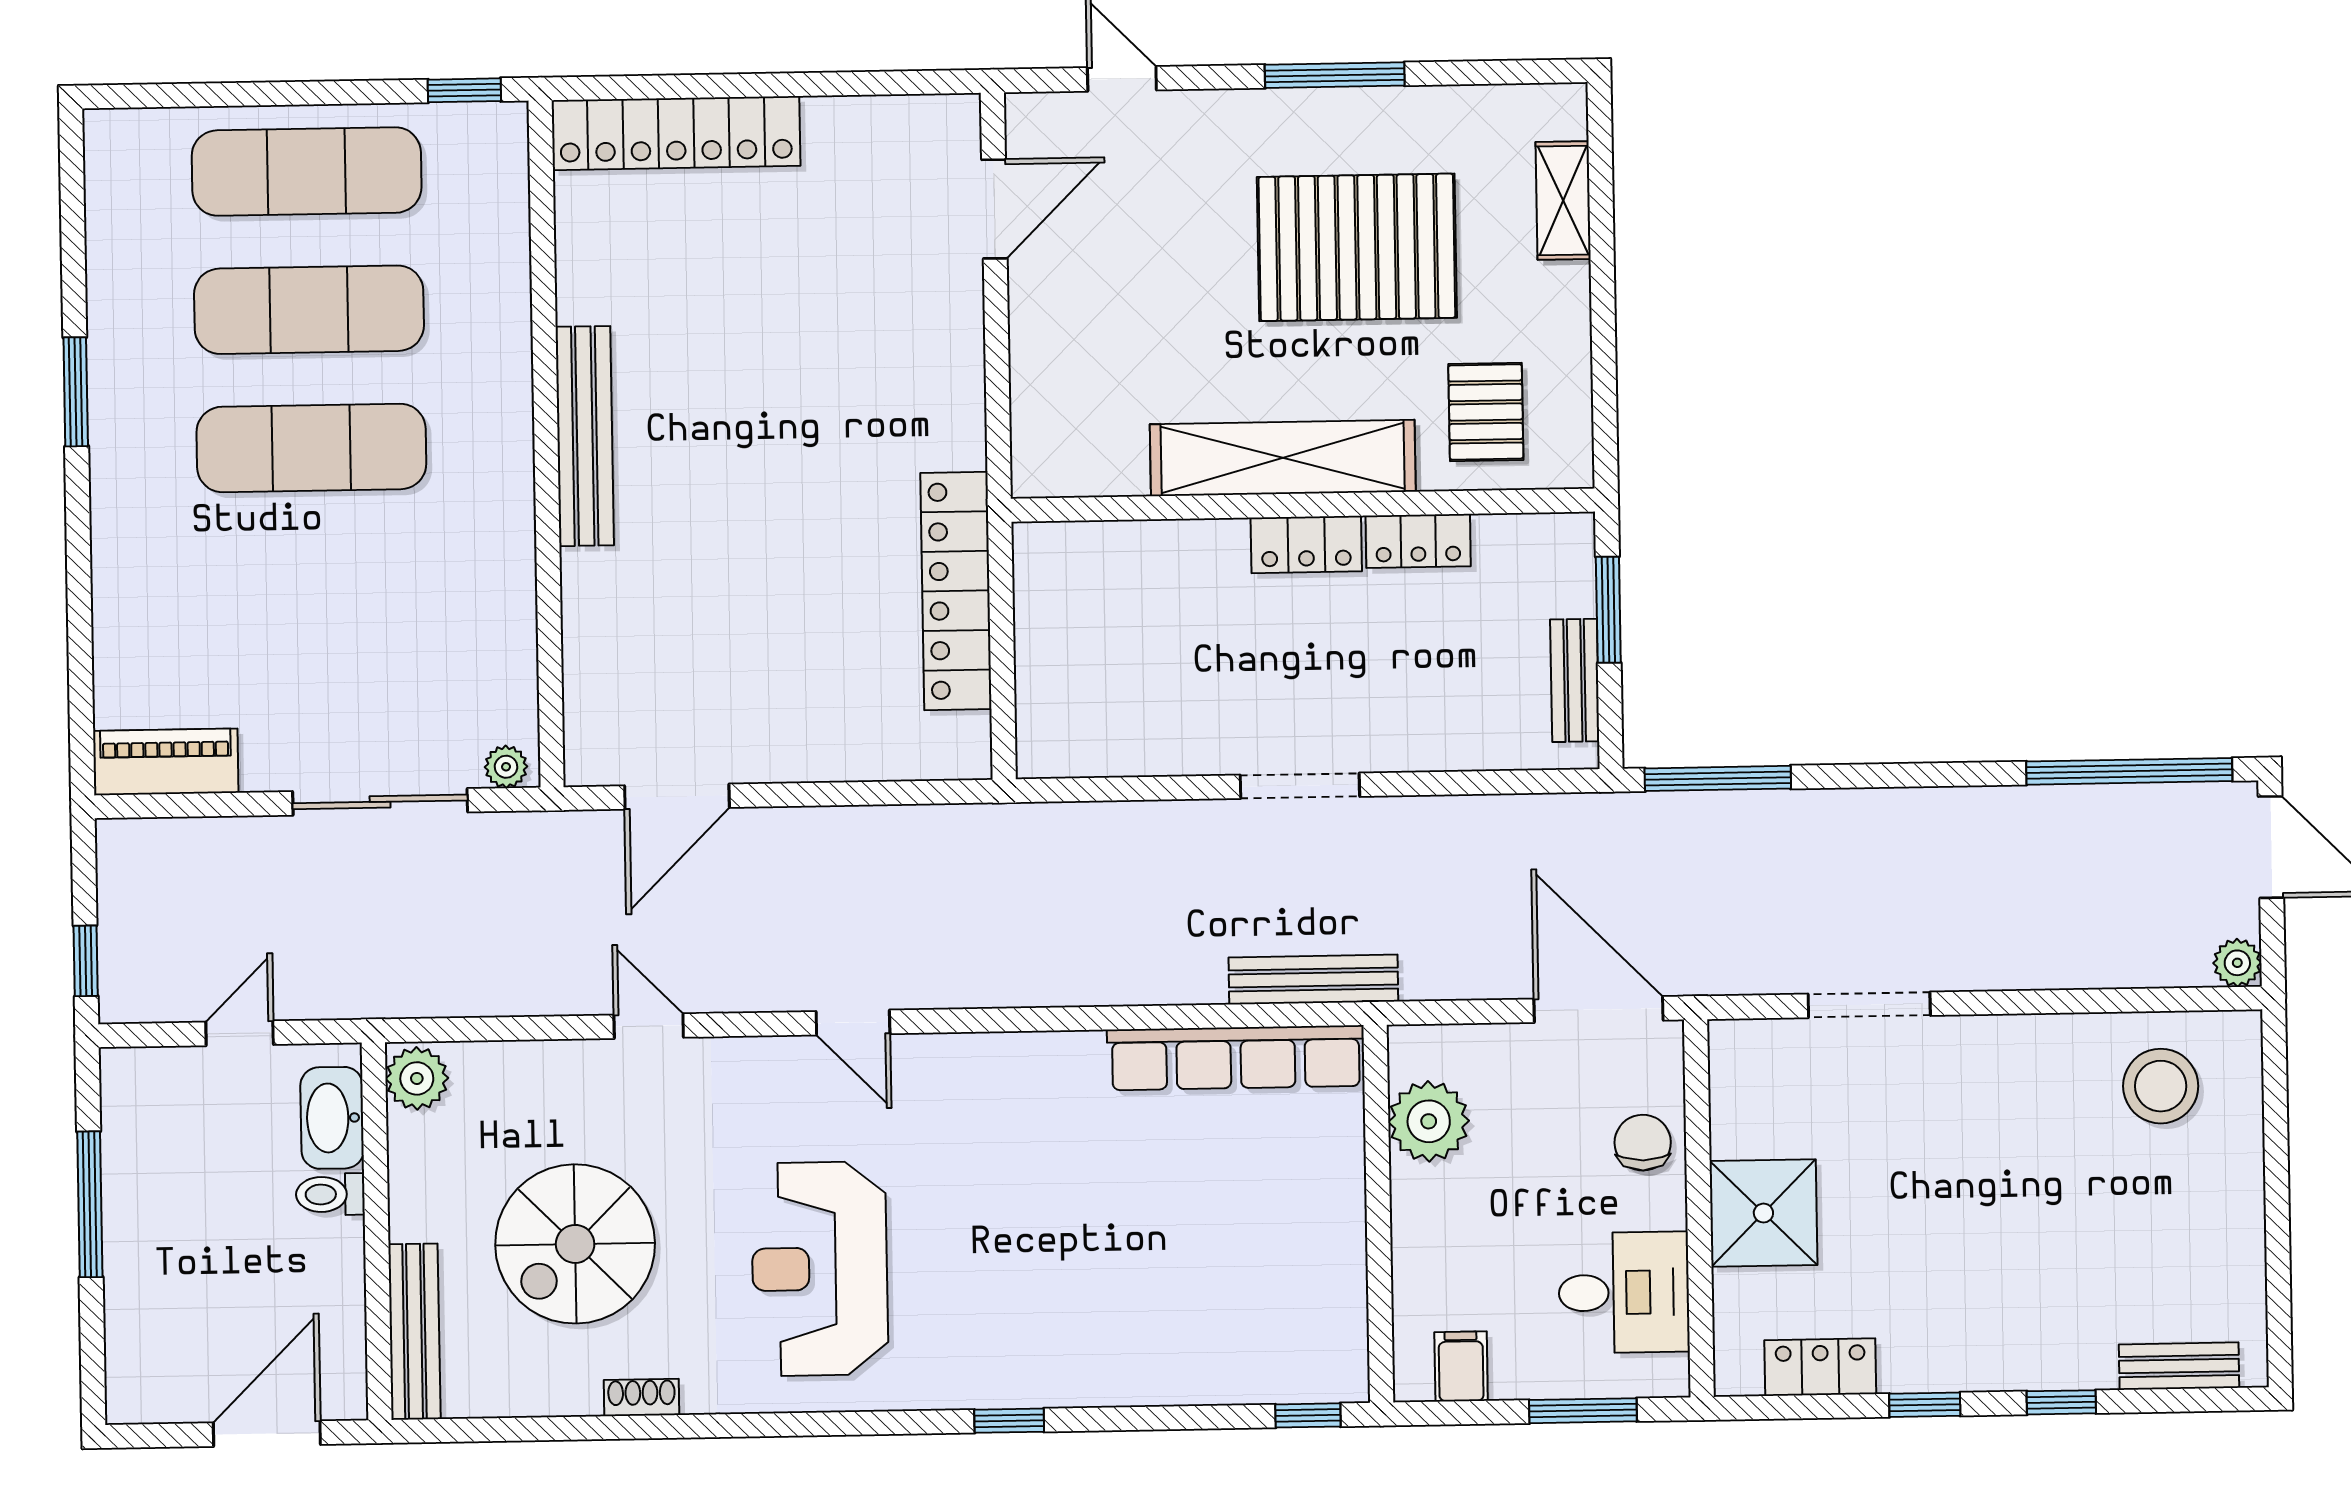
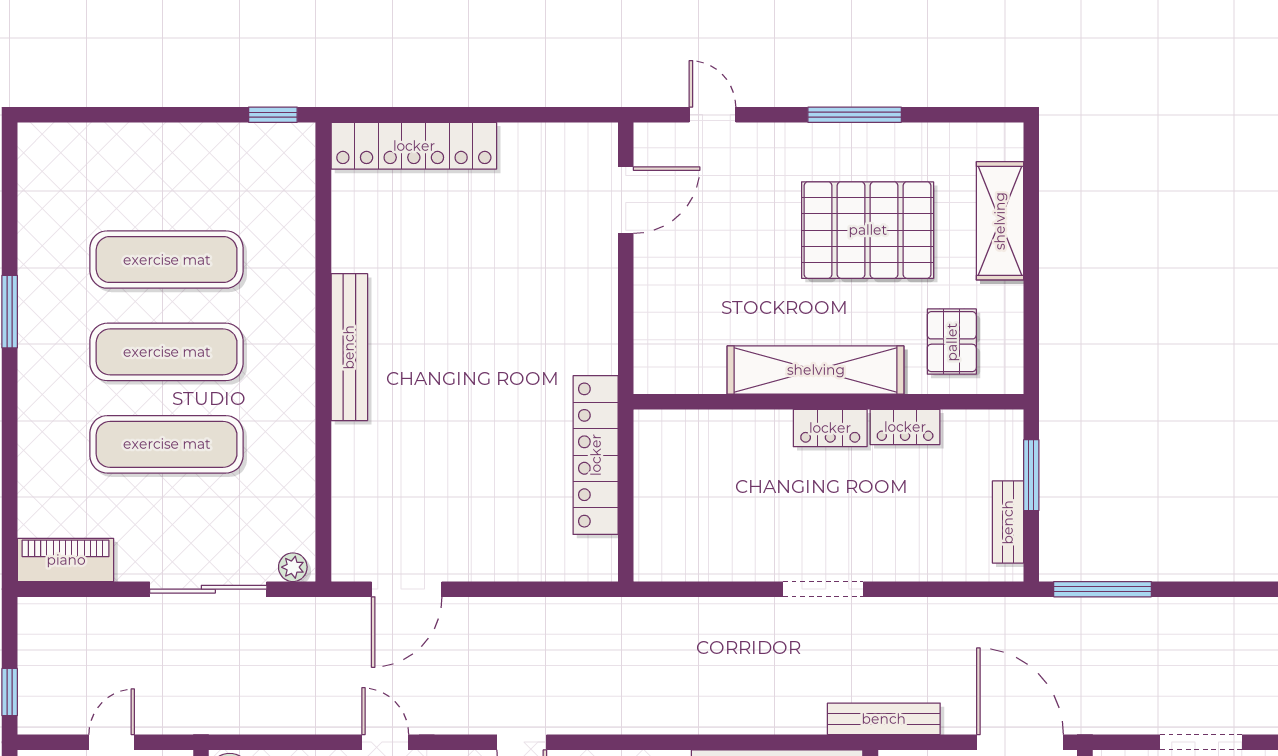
exercise mat: (307, 172) -> (167, 444), moved
shelving: (1563, 200) -> (1000, 221), width x1.50, depth x1.33
bench: (1313, 979) -> (884, 719), moved

